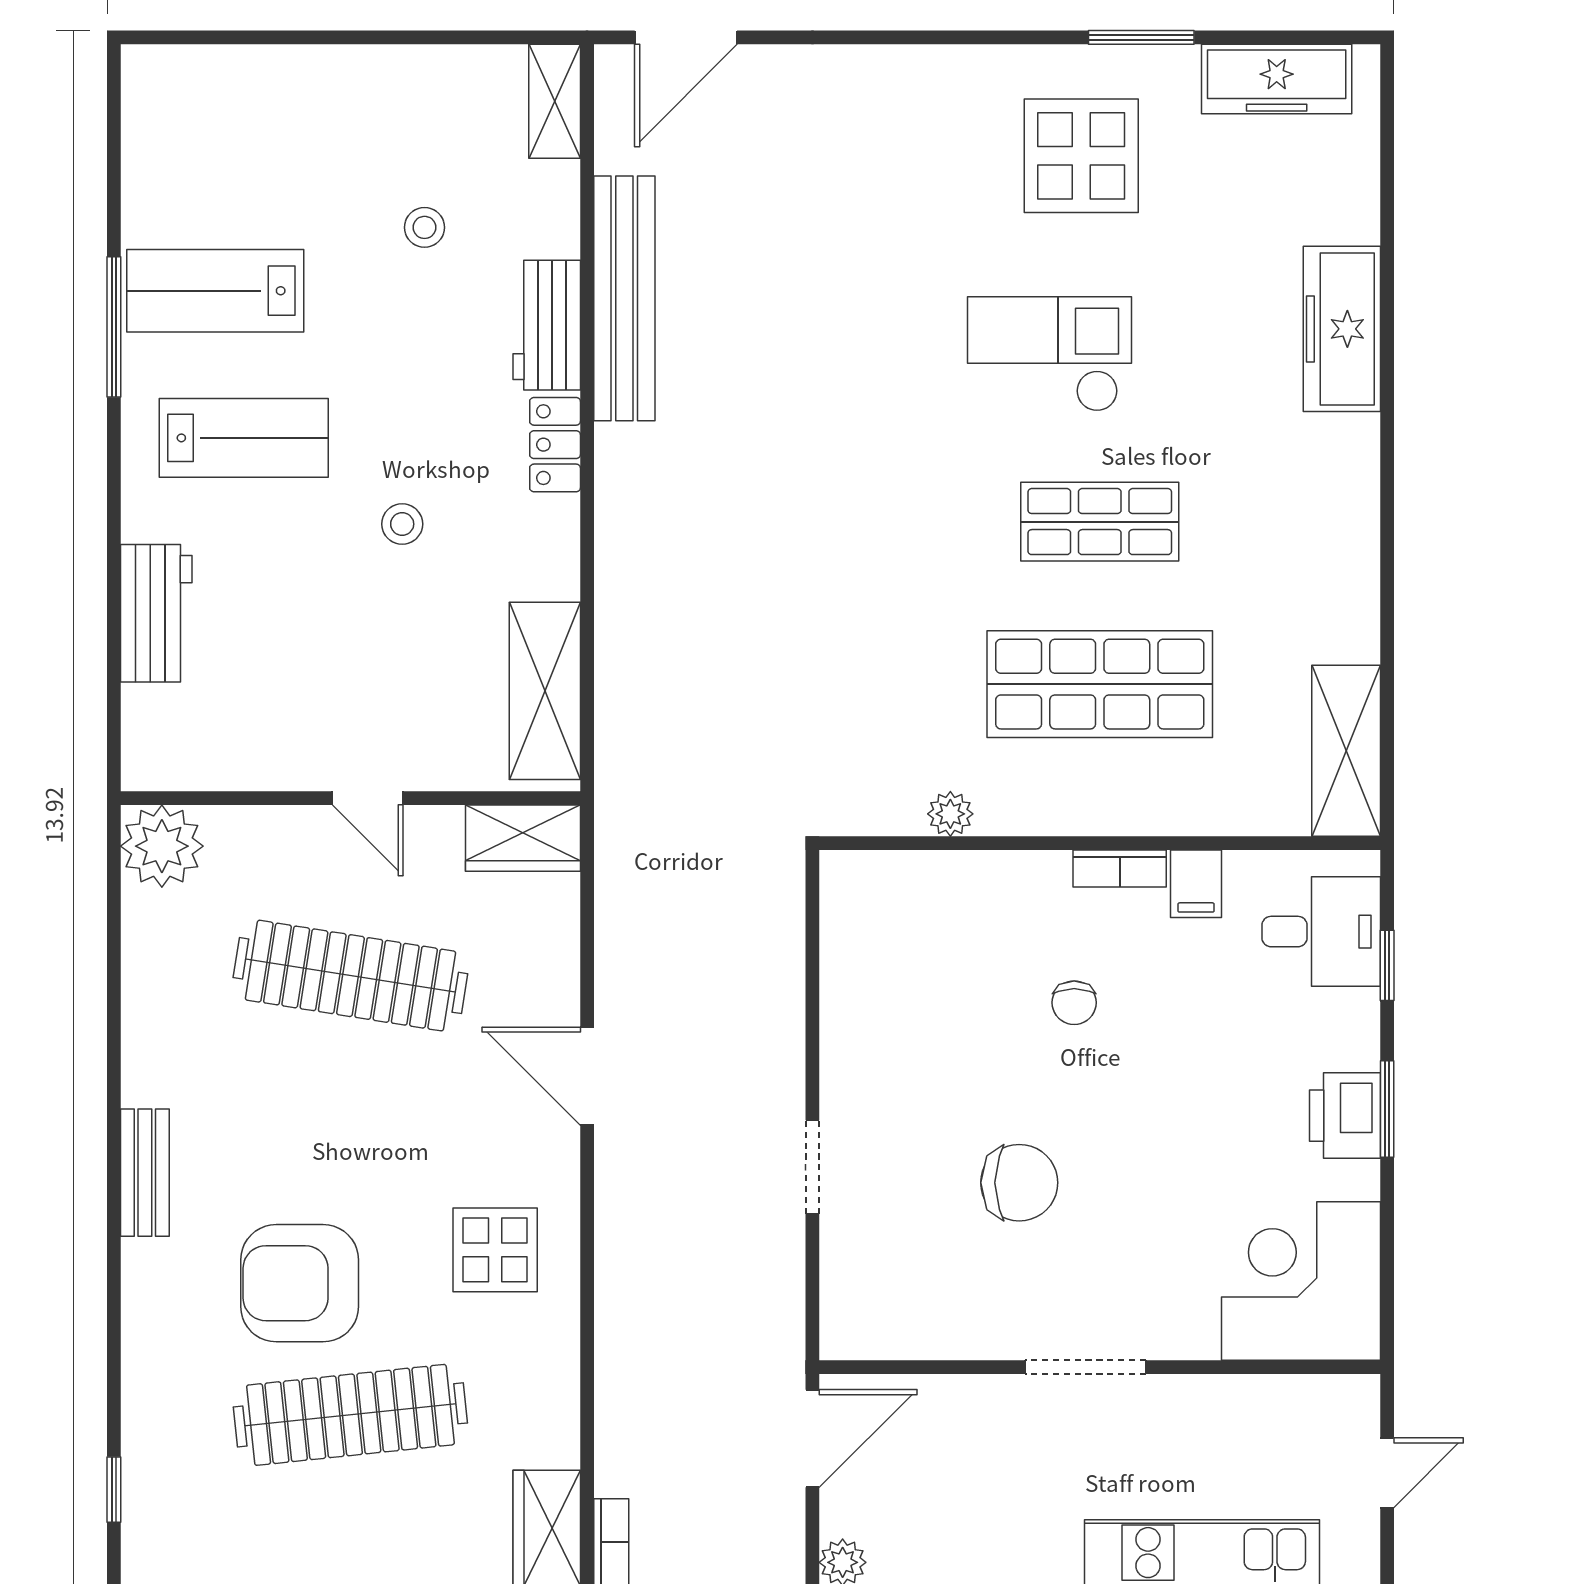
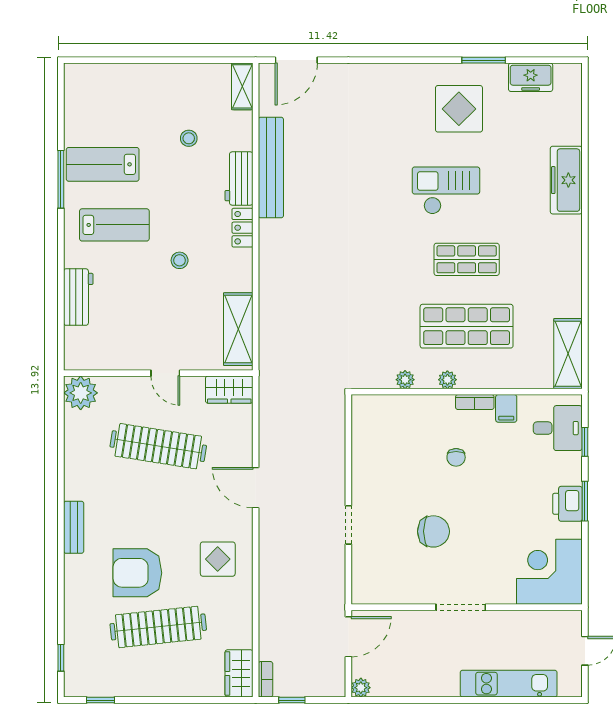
freezer: (1277, 79) -> (531, 77), width x0.71
plant: (1053, 814) -> (447, 380), added

